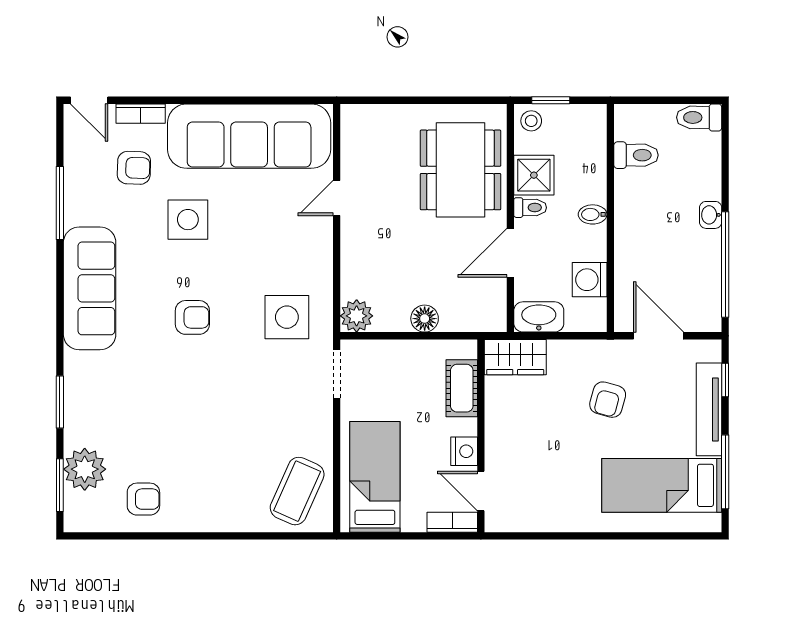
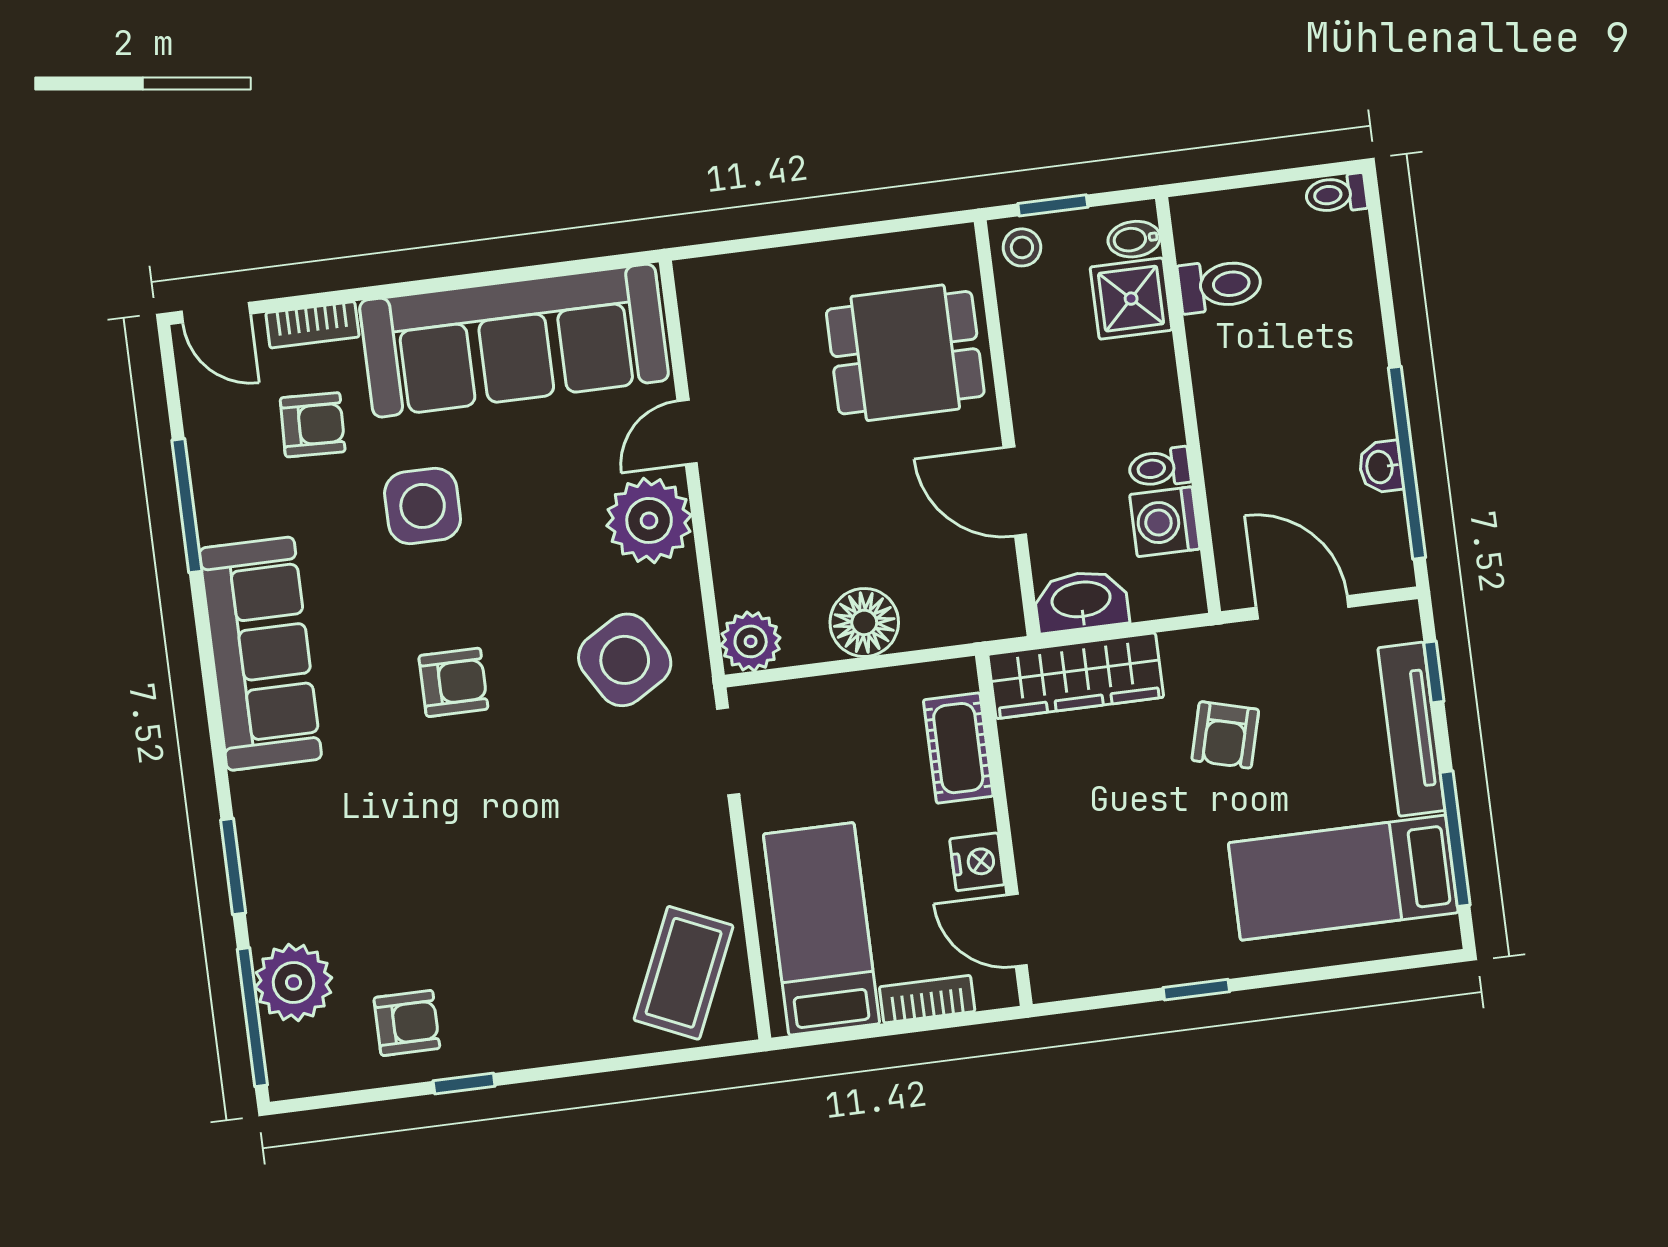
toilet: (699, 117) -> (1336, 194), width x0.73, depth x0.72
dining table: (461, 170) -> (905, 353), width x0.73
shower: (534, 175) -> (1131, 299), moved
toilet: (530, 208) -> (1160, 468), moved, turned 180
bidet: (593, 214) -> (1134, 239), moved
washbasin: (711, 215) -> (1381, 467), moved
plant: (310, 243) -> (649, 520), added
door: (510, 253) -> (1015, 491), hinge flipped
side table: (287, 317) -> (625, 660), turned -31
floor lamp: (425, 319) -> (864, 622), width x1.38, depth x1.38
wardrobe: (515, 357) -> (1076, 676), width x1.50
window: (60, 485) -> (252, 1017), width x1.44
bookcase: (452, 522) -> (927, 999), moved
window: (170, 536) -> (464, 1083), added
window: (574, 536) -> (1196, 990), added

